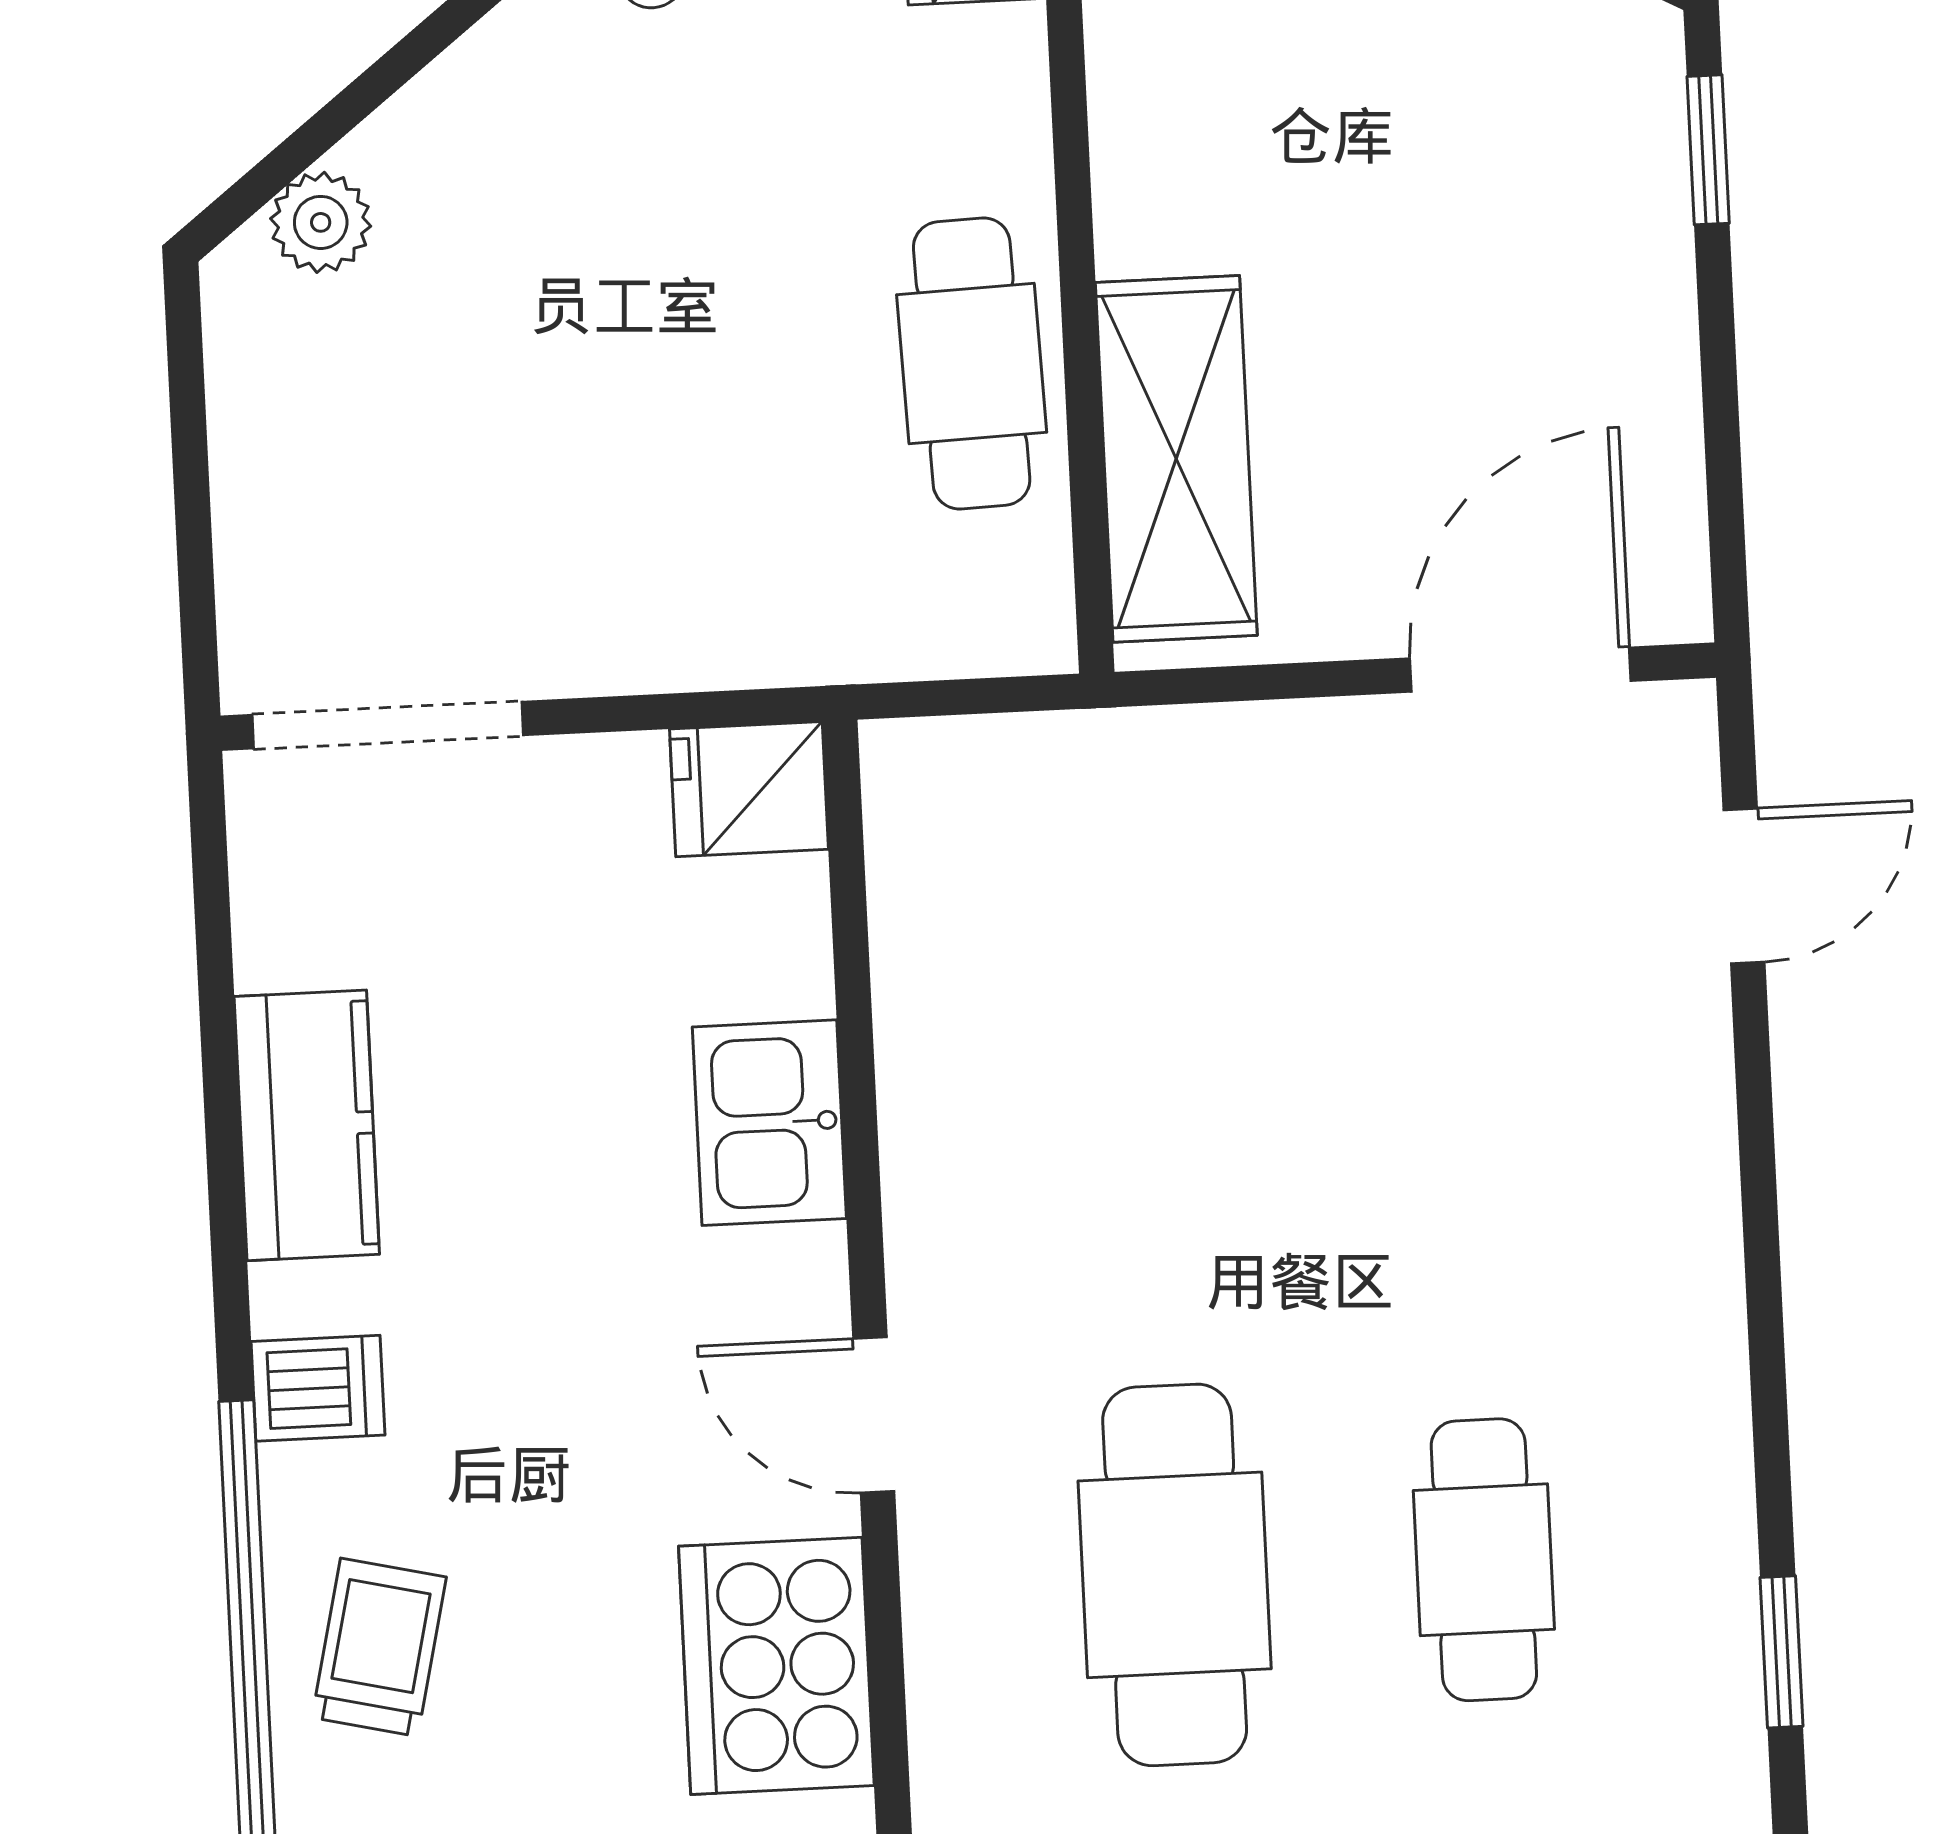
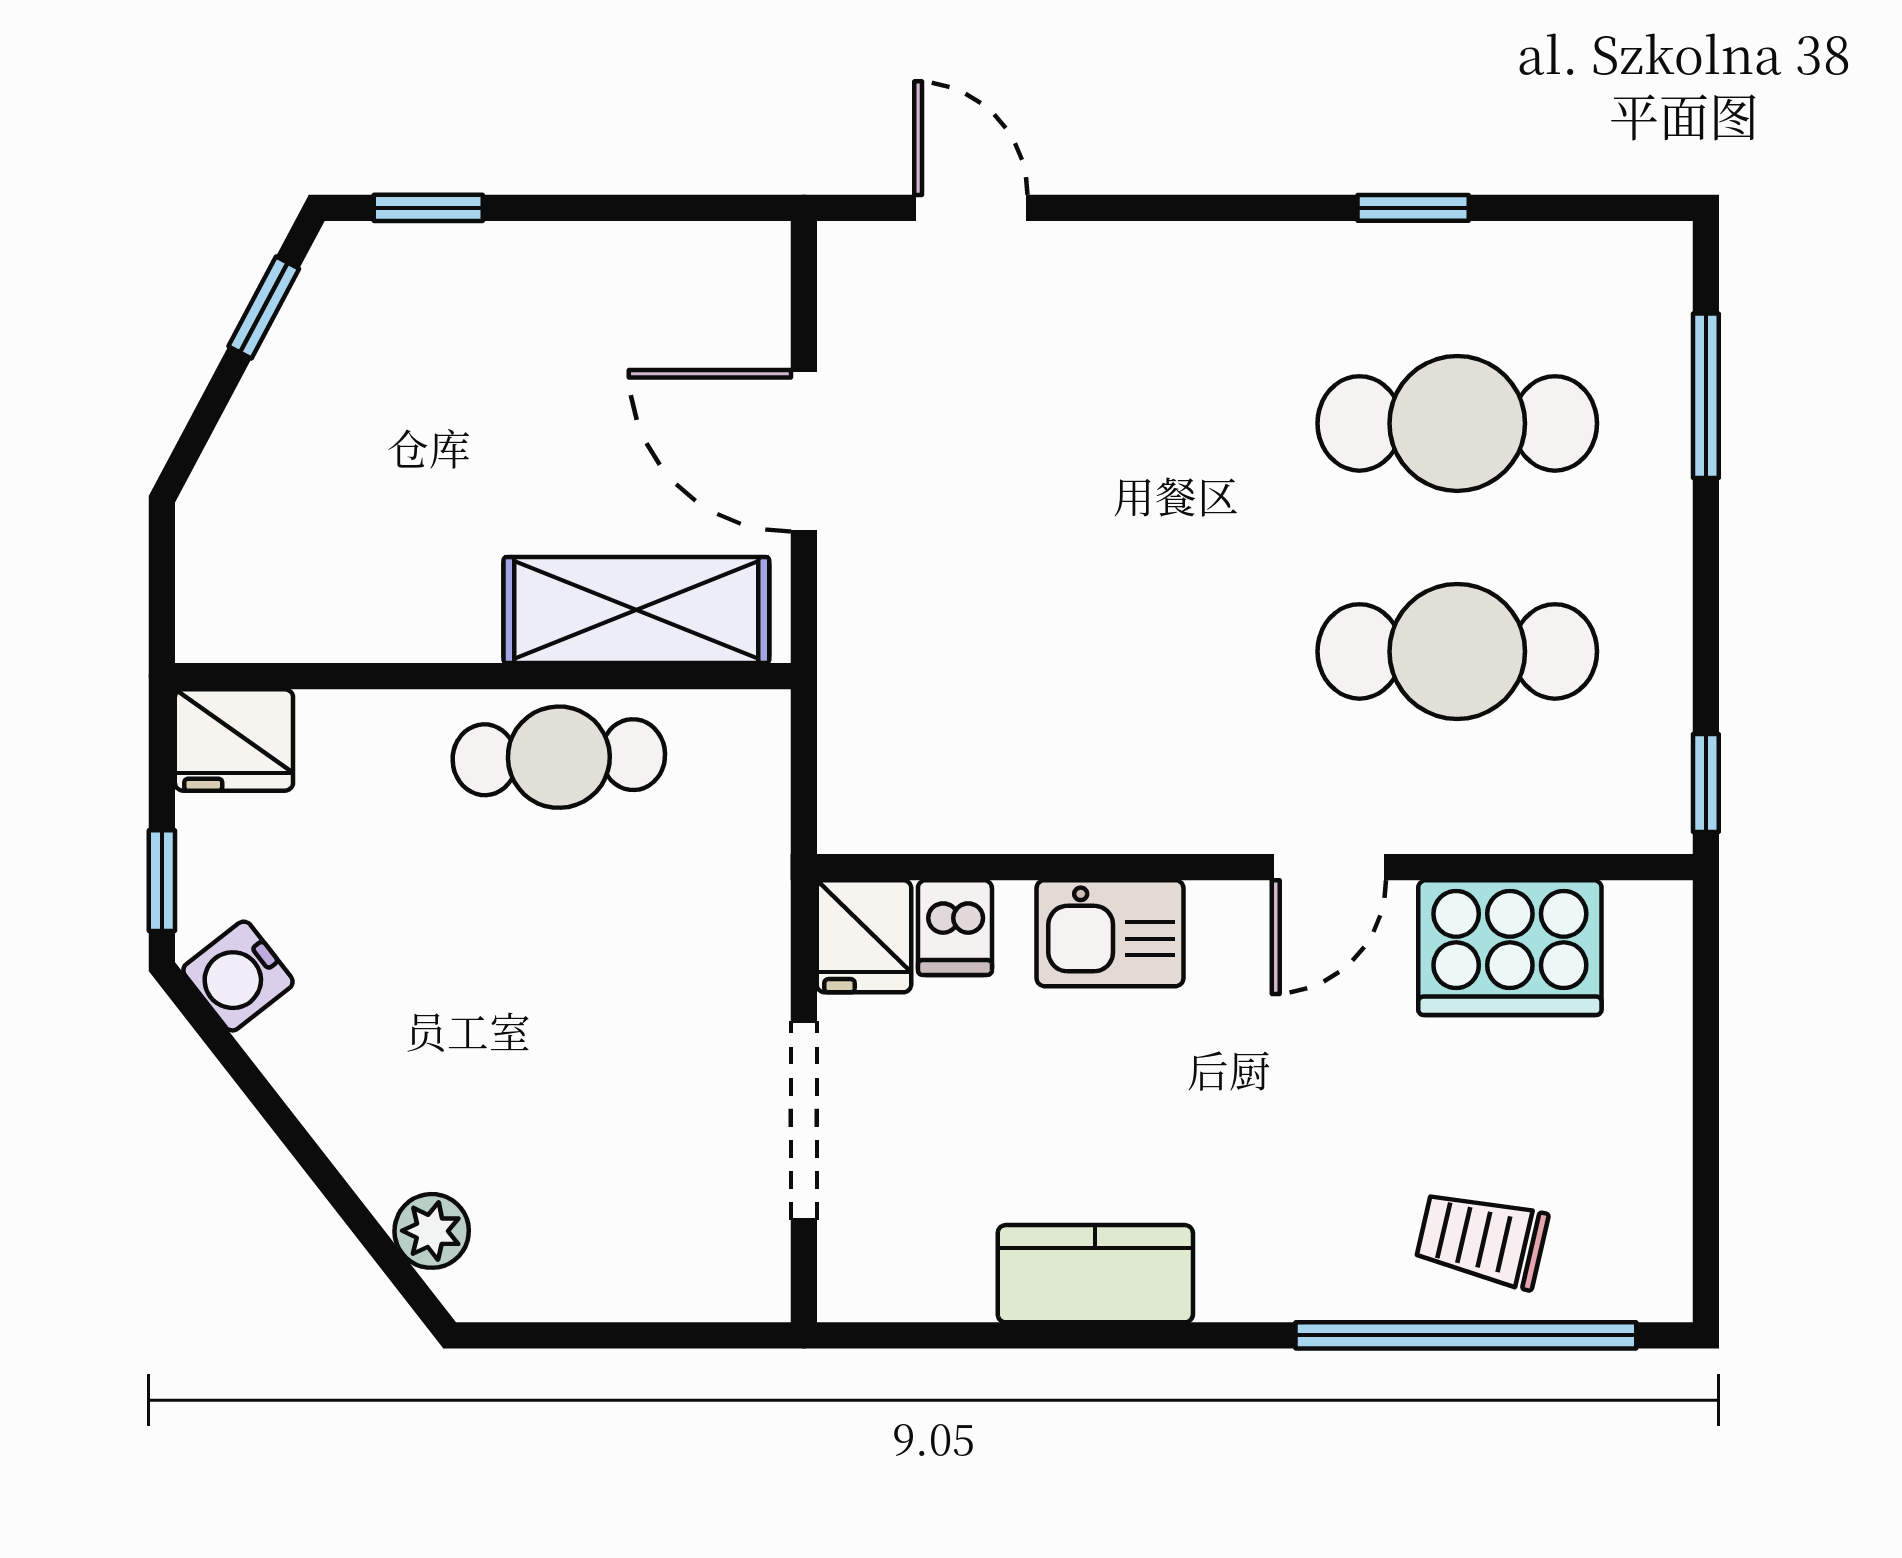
door: (1520, 670) -> (804, 451), moved
doorway: (388, 725) -> (804, 1121), moved
dishwasher: (318, 1388) -> (955, 928), moved, turned 180
cafe table: (1484, 1560) -> (1457, 423), width x1.37, depth x1.35
window: (1781, 1652) -> (1413, 208), moved

